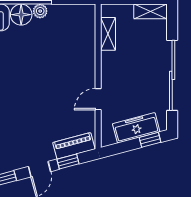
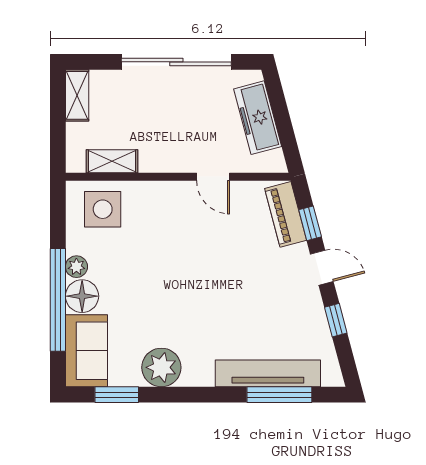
side table: (77, 28) -> (103, 209), added
window: (150, 140) -> (276, 96), removed

